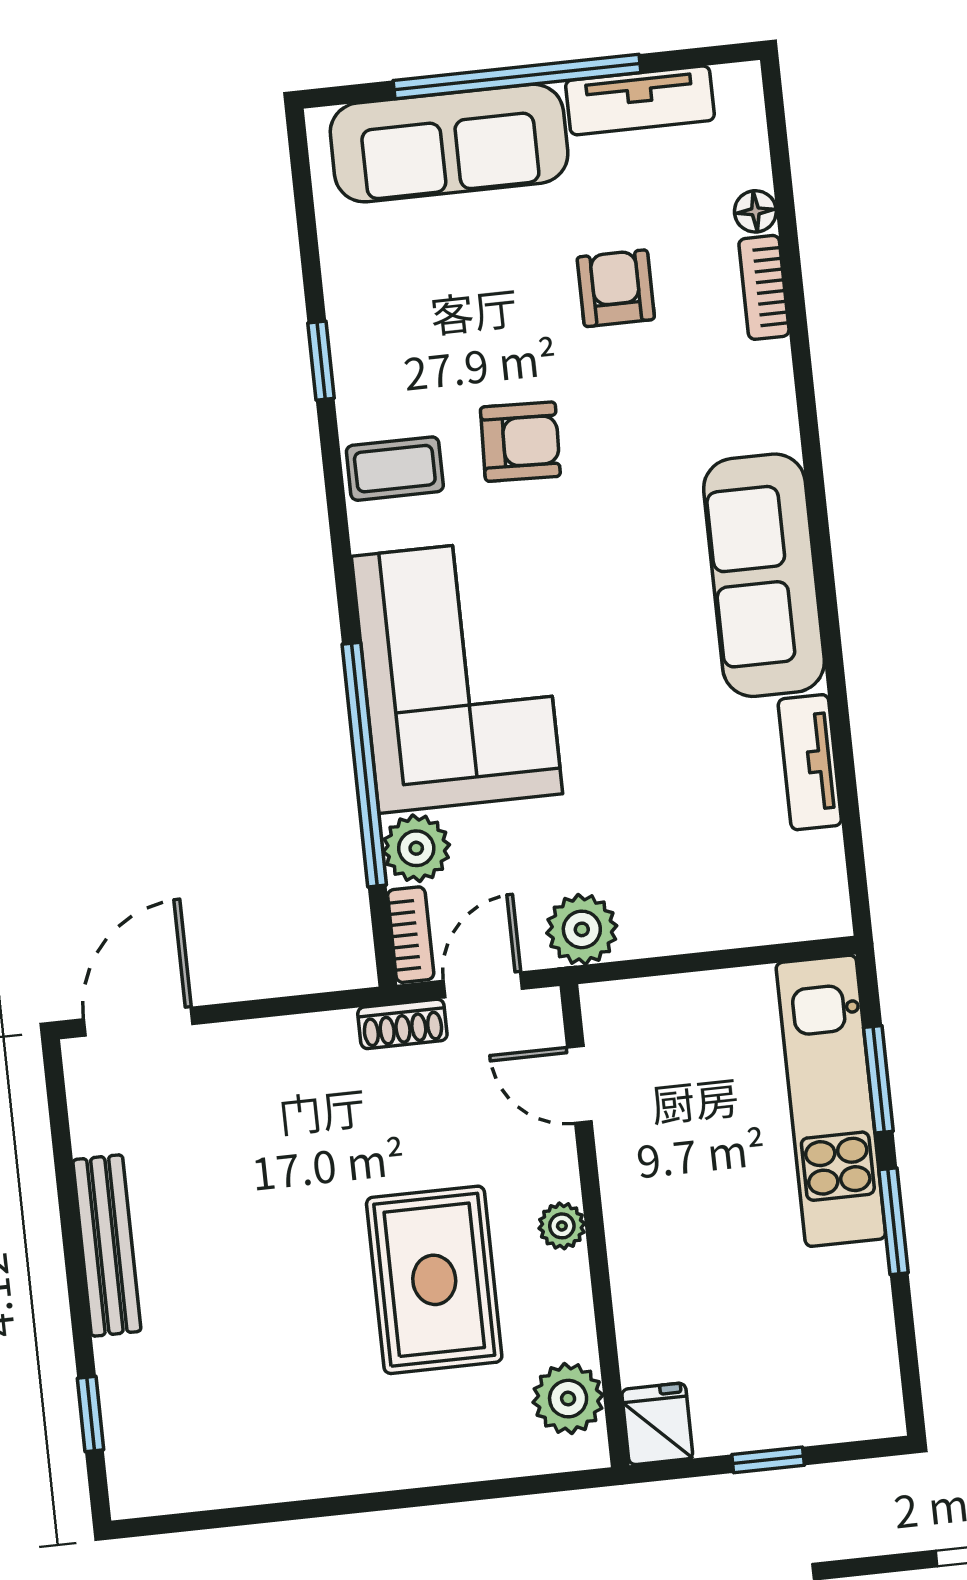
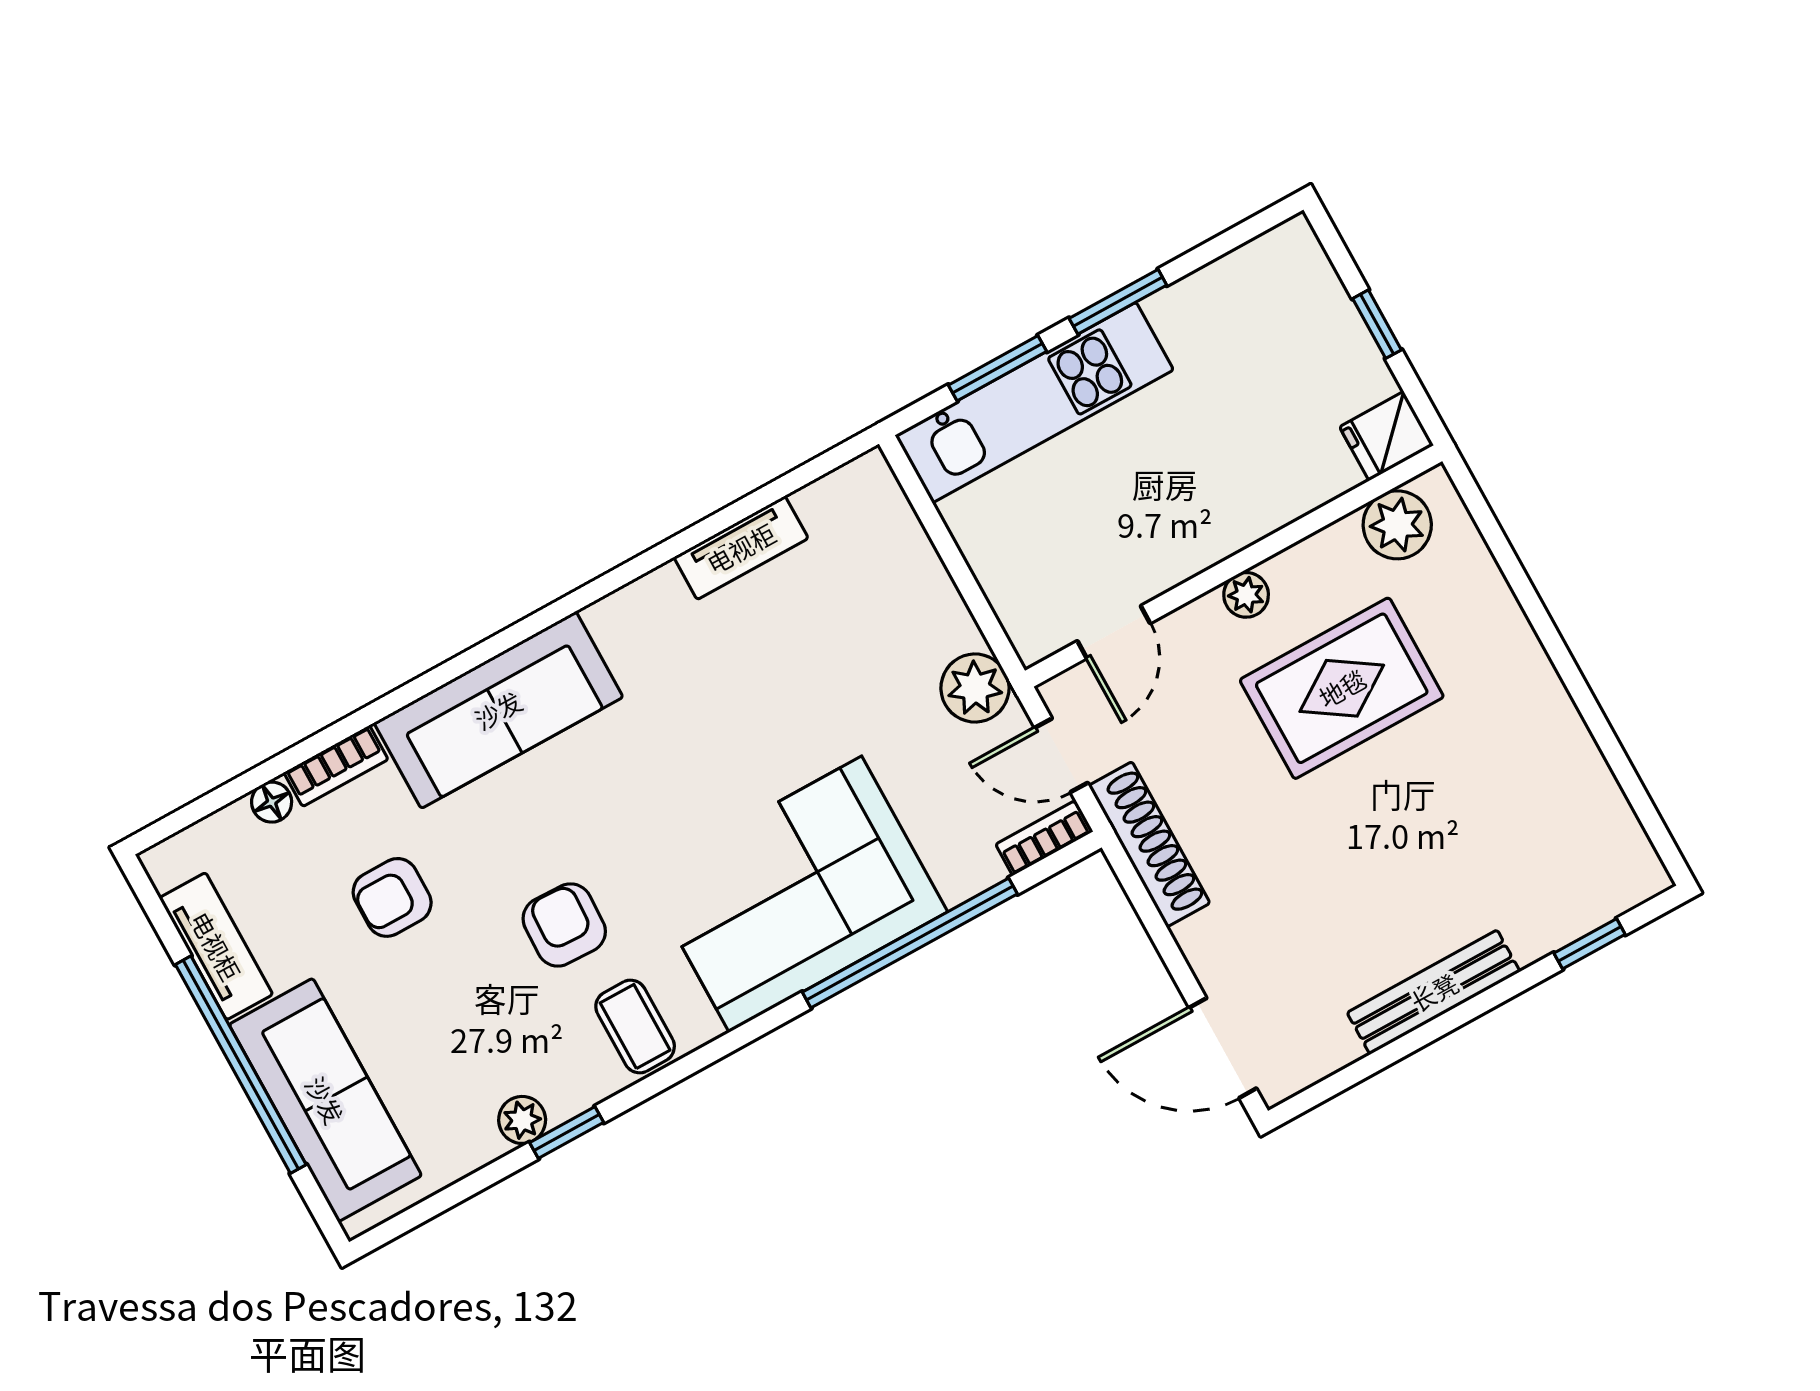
sofa: (764, 575) -> (498, 710), moved
plant: (416, 848) -> (522, 1120), moved, width x0.73, depth x0.73
shoe rack: (402, 1024) -> (1149, 844), width x1.94, depth x1.24

